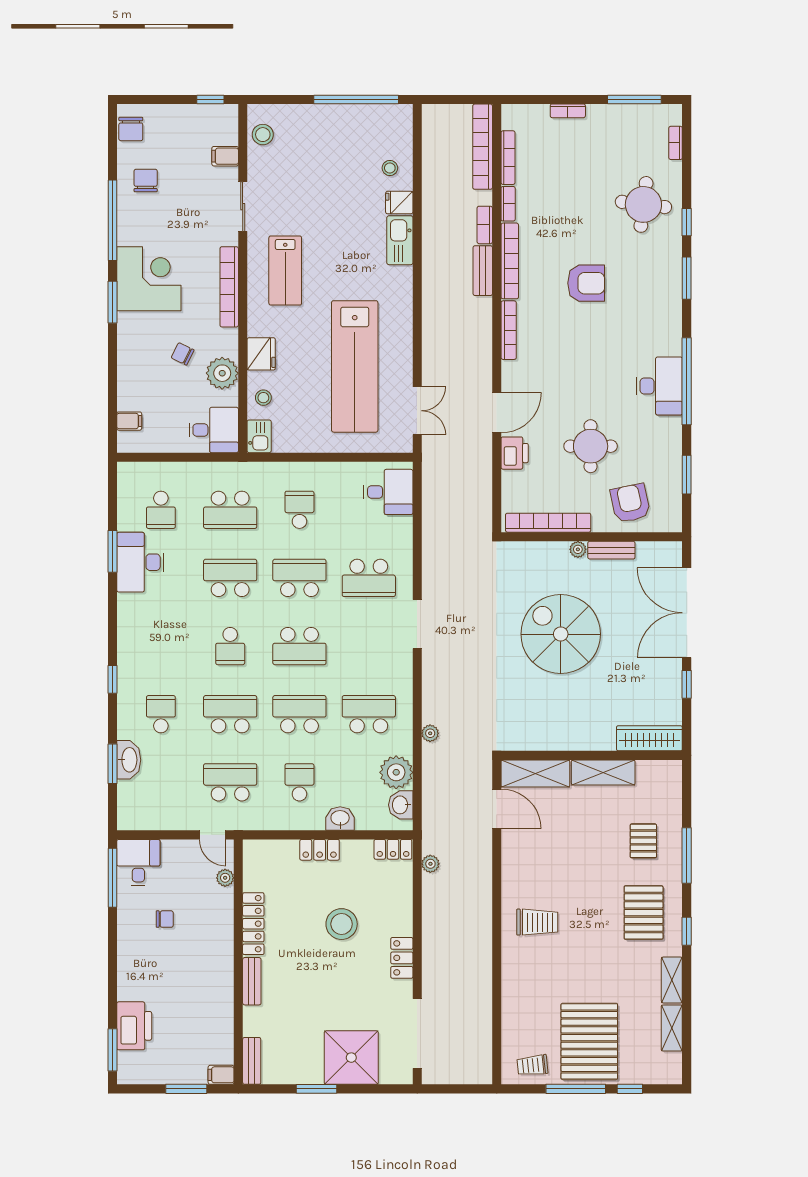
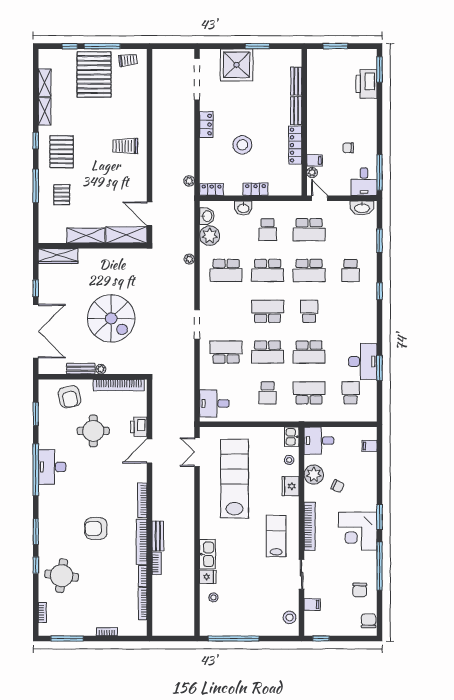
bookcase: (483, 147) -> (158, 610), removed
washbasin: (129, 760) -> (362, 208), moved, turned -90
bench: (252, 1061) -> (296, 81), moved
filing cabinet: (221, 1075) -> (314, 160), moved

